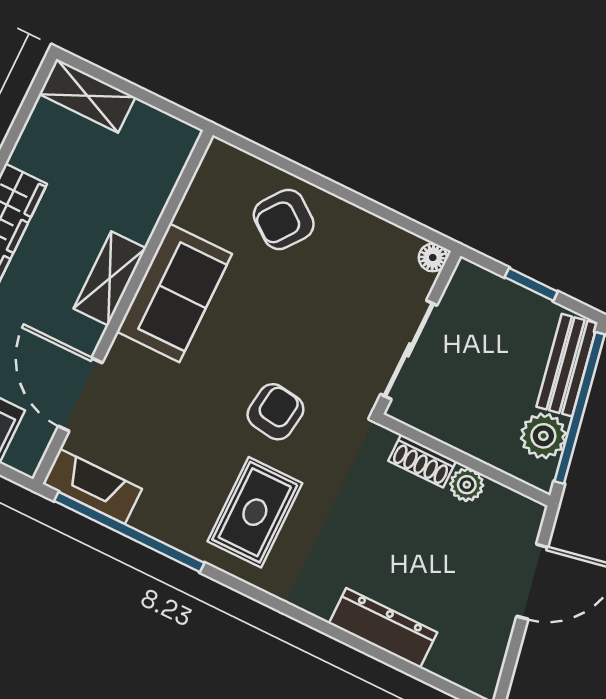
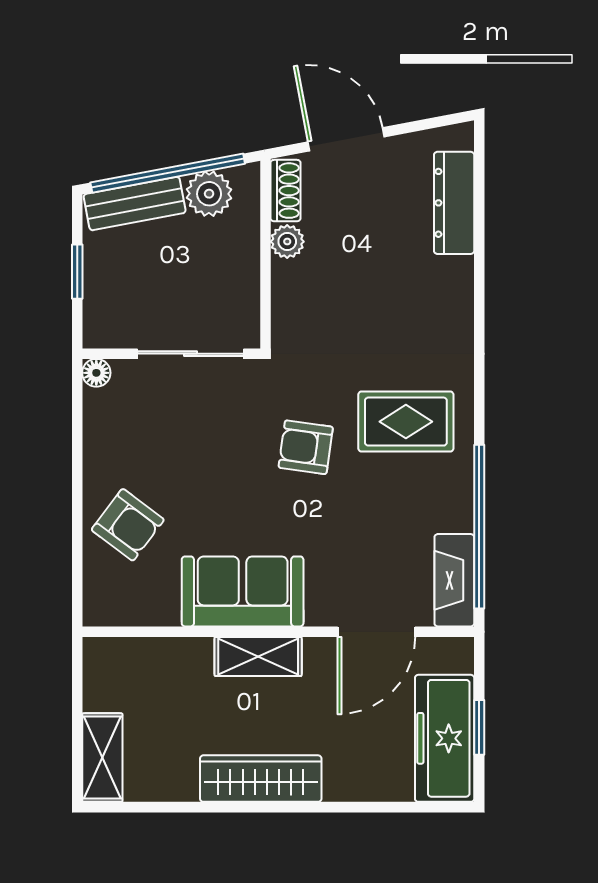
shoe rack: (422, 461) -> (286, 191), moved
dresser: (383, 628) -> (454, 203), moved

